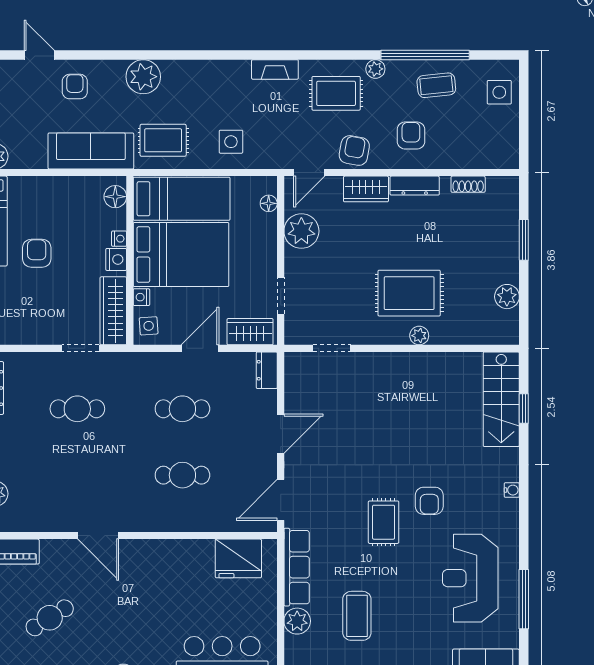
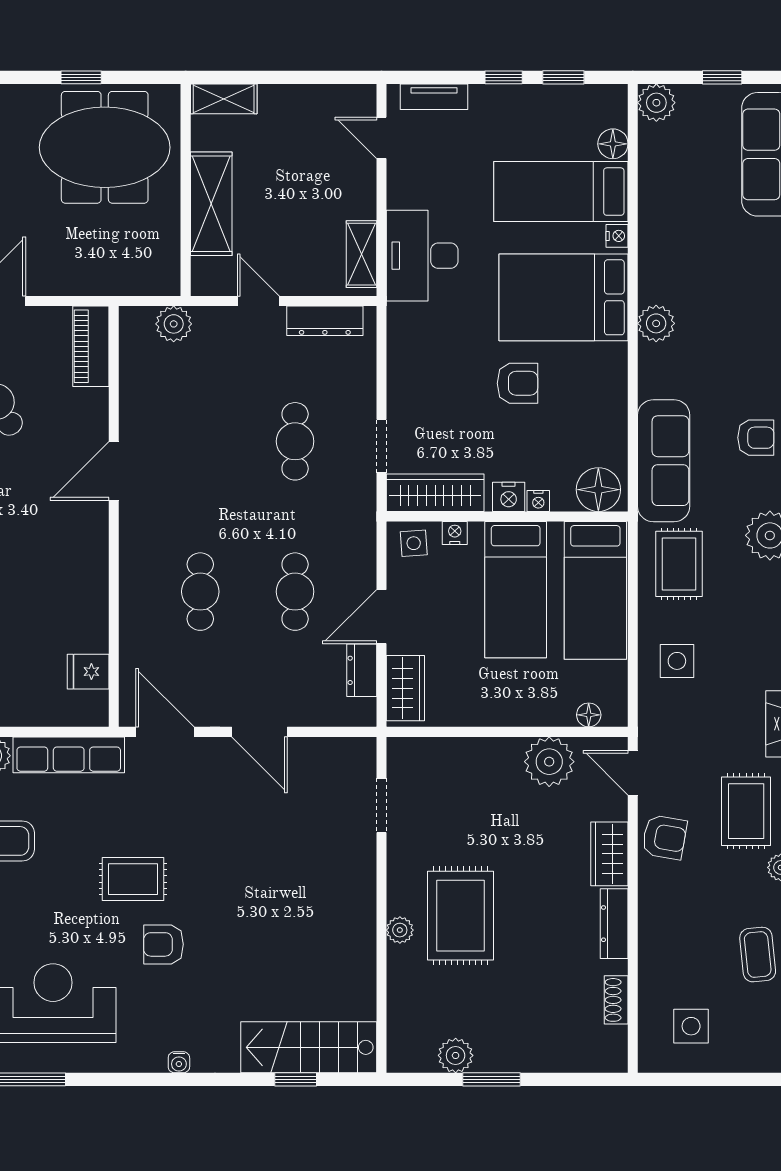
side table: (499, 92) -> (691, 1026), moved
armchair: (411, 136) -> (686, 918), removed
floor lamp: (115, 197) -> (598, 490), width x1.38, depth x1.38
window: (524, 240) -> (491, 1079), moved
bed: (181, 254) -> (516, 590), width x0.67
doorway: (281, 296) -> (457, 732), removed
door: (200, 348) -> (381, 617), swing flipped
dresser: (267, 370) -> (362, 670), moved, turned -90
fridge: (238, 558) -> (88, 672), width x0.53, depth x0.75

